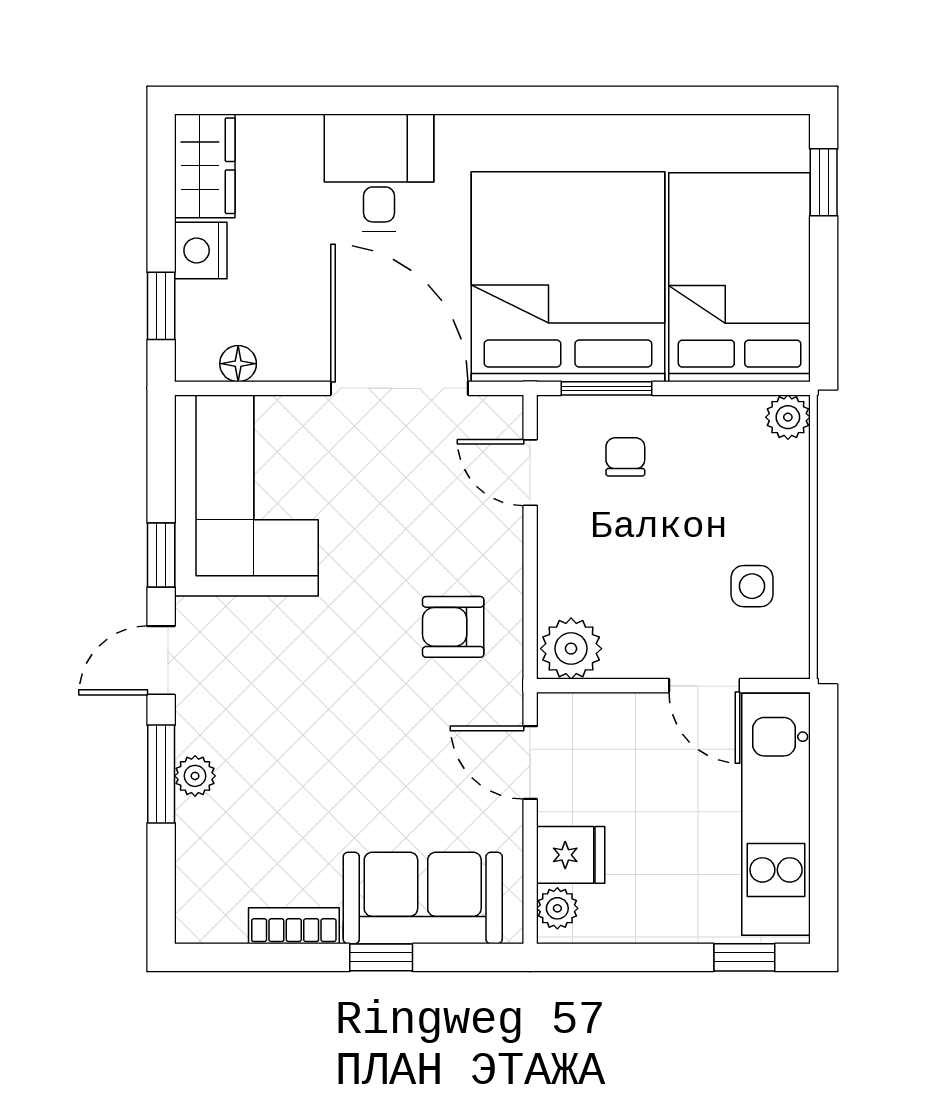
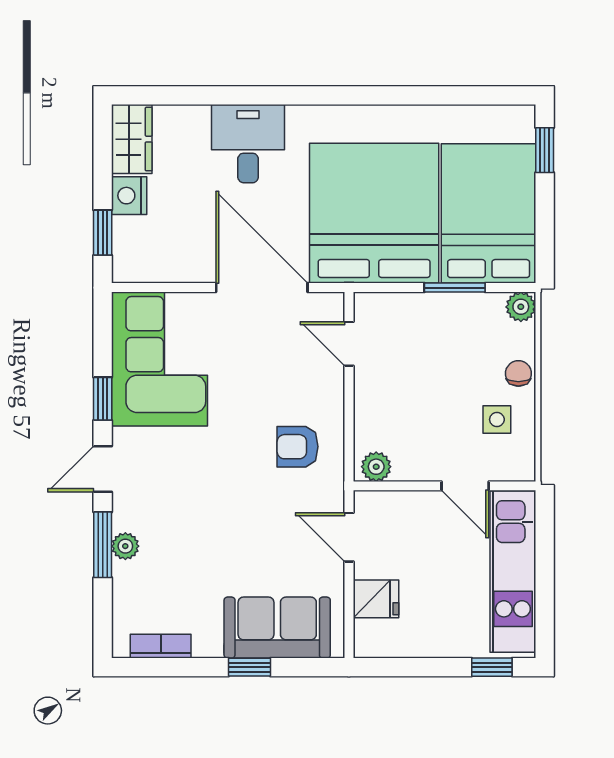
floor lamp: (238, 364) -> (154, 271), removed
window: (606, 388) -> (455, 288), moved
chair: (625, 457) -> (518, 373), moved
plant: (571, 649) -> (376, 467), width x0.73, depth x0.73
plant: (557, 908) -> (367, 634), removed
bookcase: (294, 926) -> (161, 646), moved

